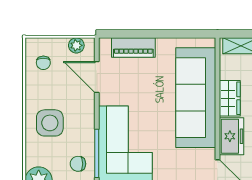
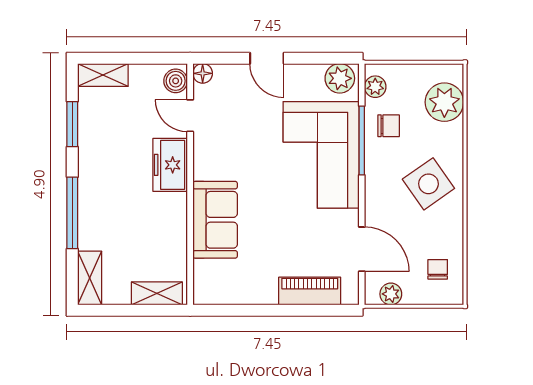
sofa: (196, 98) -> (215, 220), width x0.54, depth x0.79
wardrobe: (230, 98) -> (173, 219), removed
side table: (50, 123) -> (428, 184), turned -35

